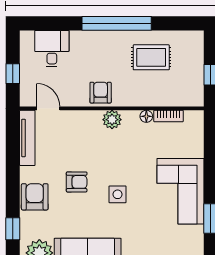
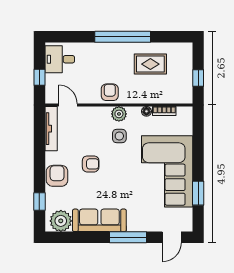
desk: (52, 49) -> (60, 59), moved, turned -90
corner sofa: (180, 191) -> (167, 171), width x1.36, depth x1.36
side table: (118, 194) -> (119, 136), moved

